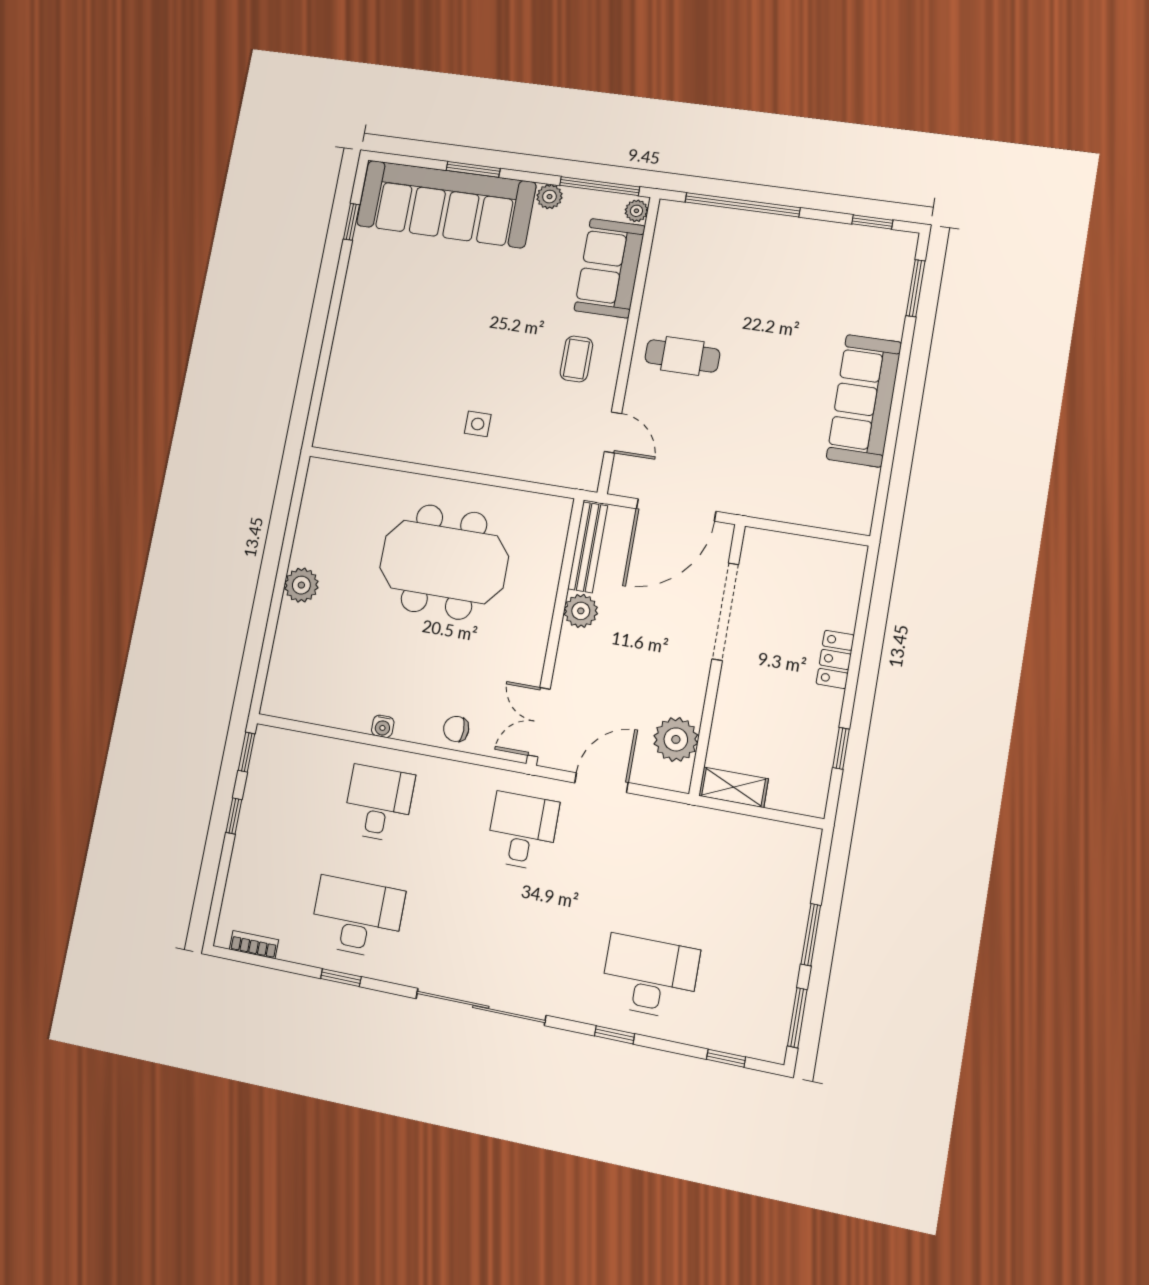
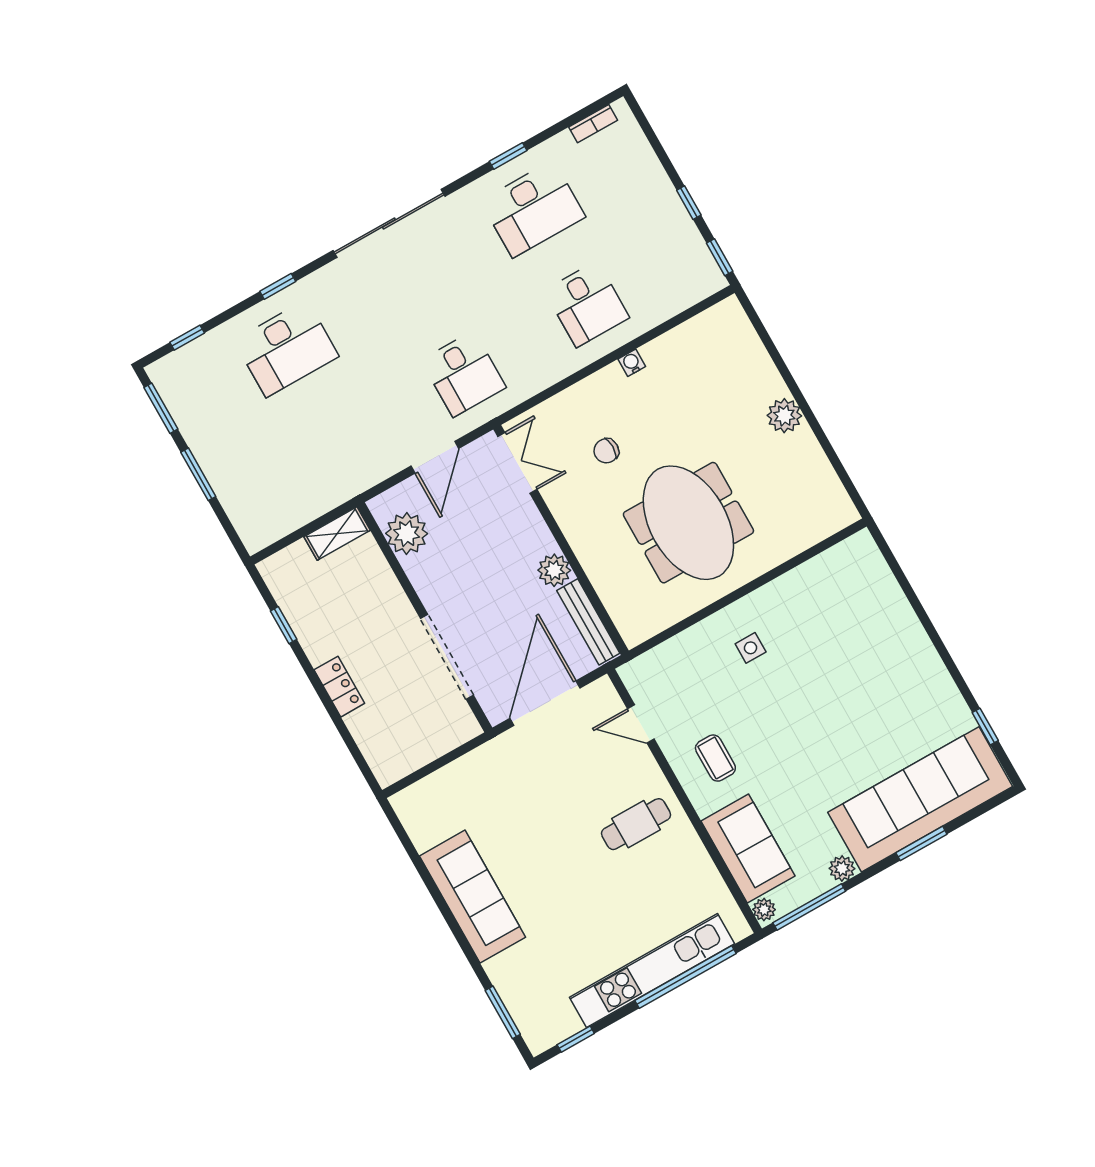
kitchen unit: (765, 230) -> (652, 970), added
meeting table: (444, 562) -> (688, 523), turned 90
chair: (456, 729) -> (606, 451), moved, turned 180

